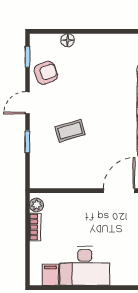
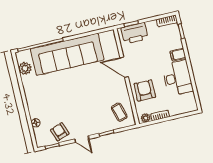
coffee table: (70, 131) -> (119, 112), moved
armchair: (78, 213) -> (145, 90), added
filing cabinet: (50, 275) -> (178, 55), moved

